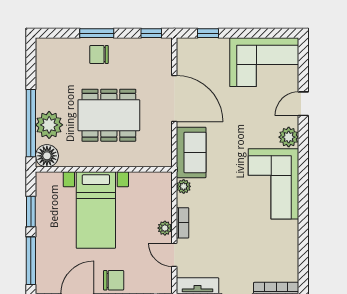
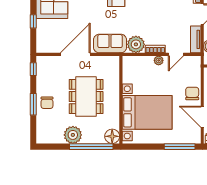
window: (208, 33) -> (33, 21), moved
plant: (49, 125) -> (73, 135), moved
plant: (184, 186) -> (136, 44), width x1.88, depth x1.88
bed with nightstands: (96, 210) -> (147, 112), width x1.36
window: (31, 211) -> (148, 147), removed

